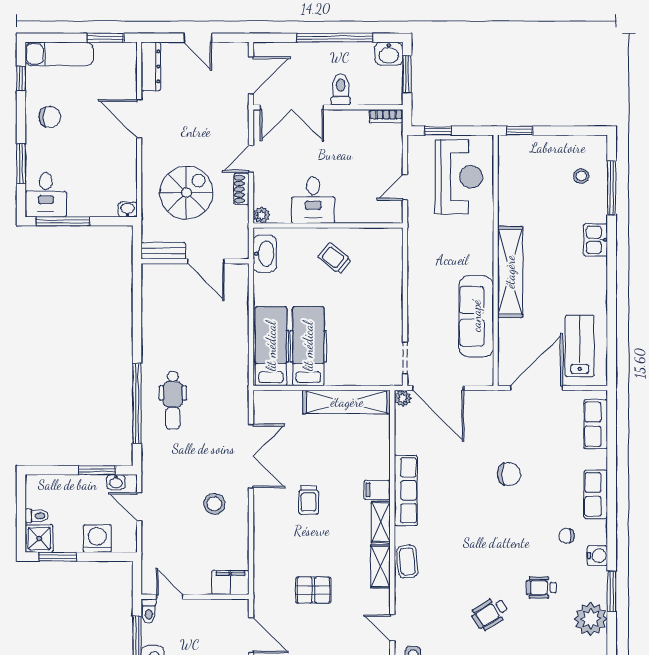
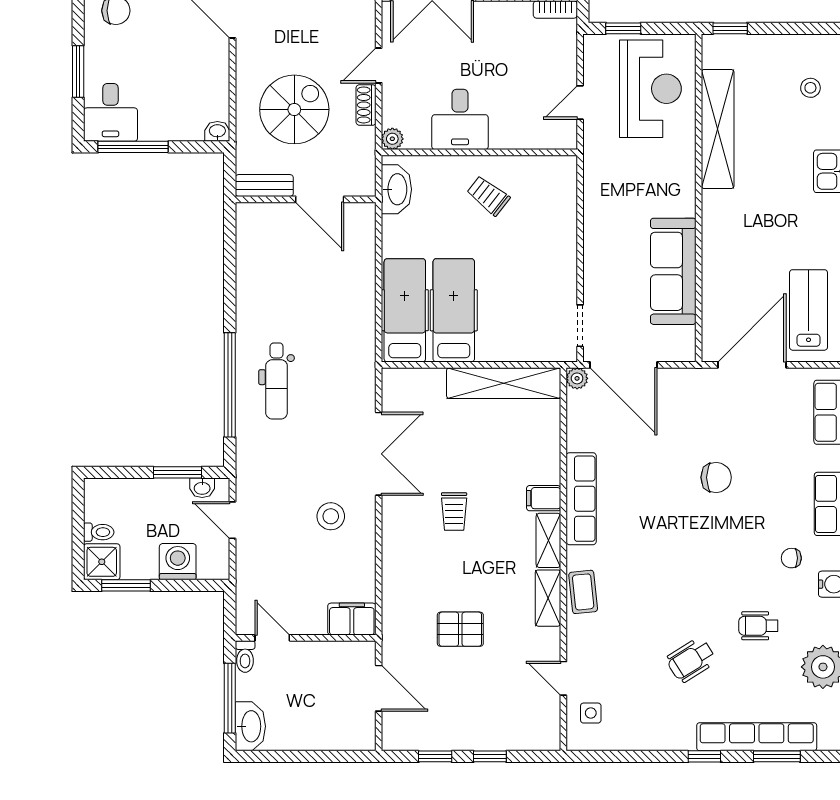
shelving: (510, 272) -> (718, 129), moved

